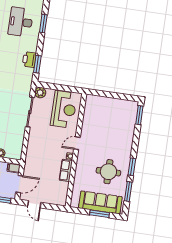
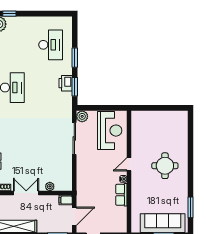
desk: (21, 22) -> (51, 45), turned 180
window: (43, 23) -> (75, 58), moved
window: (139, 115) -> (190, 125), removed
window: (132, 167) -> (190, 181), removed
round table: (108, 172) -> (165, 166), moved

